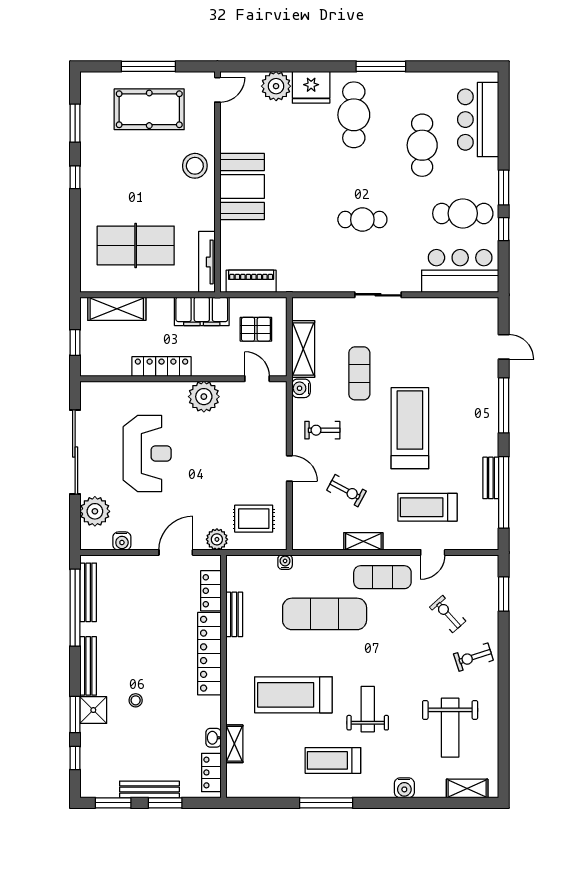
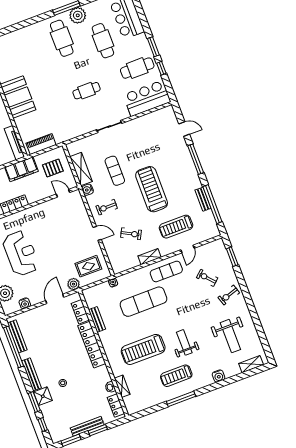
plant: (276, 86) -> (78, 15), moved
fridge: (311, 87) -> (34, 32), removed
plant: (204, 397) -> (39, 213), removed

